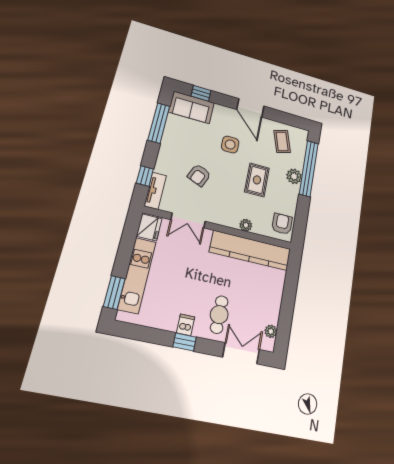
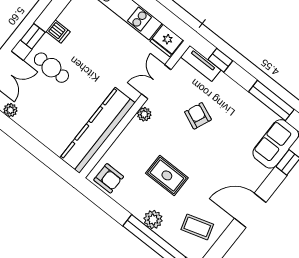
side table: (230, 145) -> (217, 166), removed
plant: (246, 225) -> (144, 114), moved
window: (185, 342) -> (33, 36), moved

